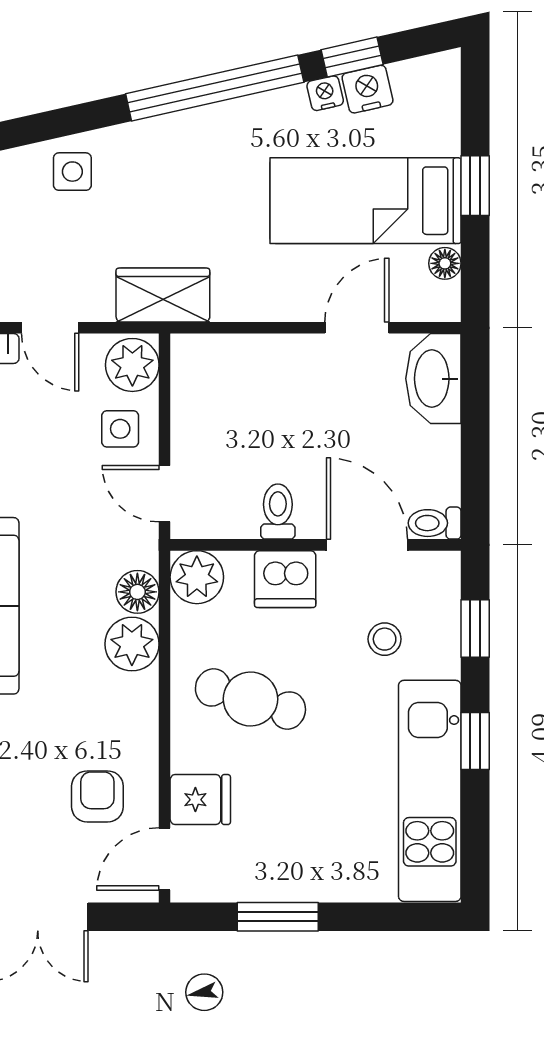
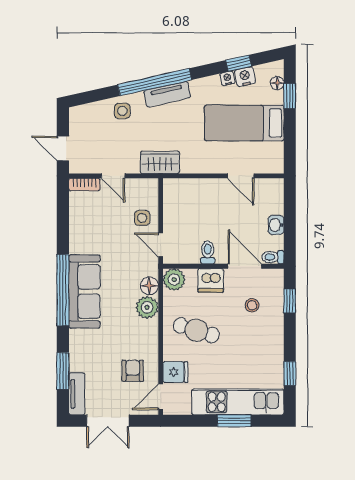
window: (215, 88) -> (155, 82), moved
tv unit: (180, 131) -> (167, 94), added
window: (475, 186) -> (290, 96), moved
floor lamp: (445, 263) -> (277, 83), moved
door: (357, 328) -> (241, 176), swing flipped
plant: (132, 365) -> (147, 191), removed
washbasin: (433, 379) -> (276, 225), moved, width x0.52, depth x0.69
window: (475, 741) -> (290, 374), moved
kitchen unit: (430, 791) -> (238, 402), moved, turned 90
window: (278, 917) -> (234, 421), moved

